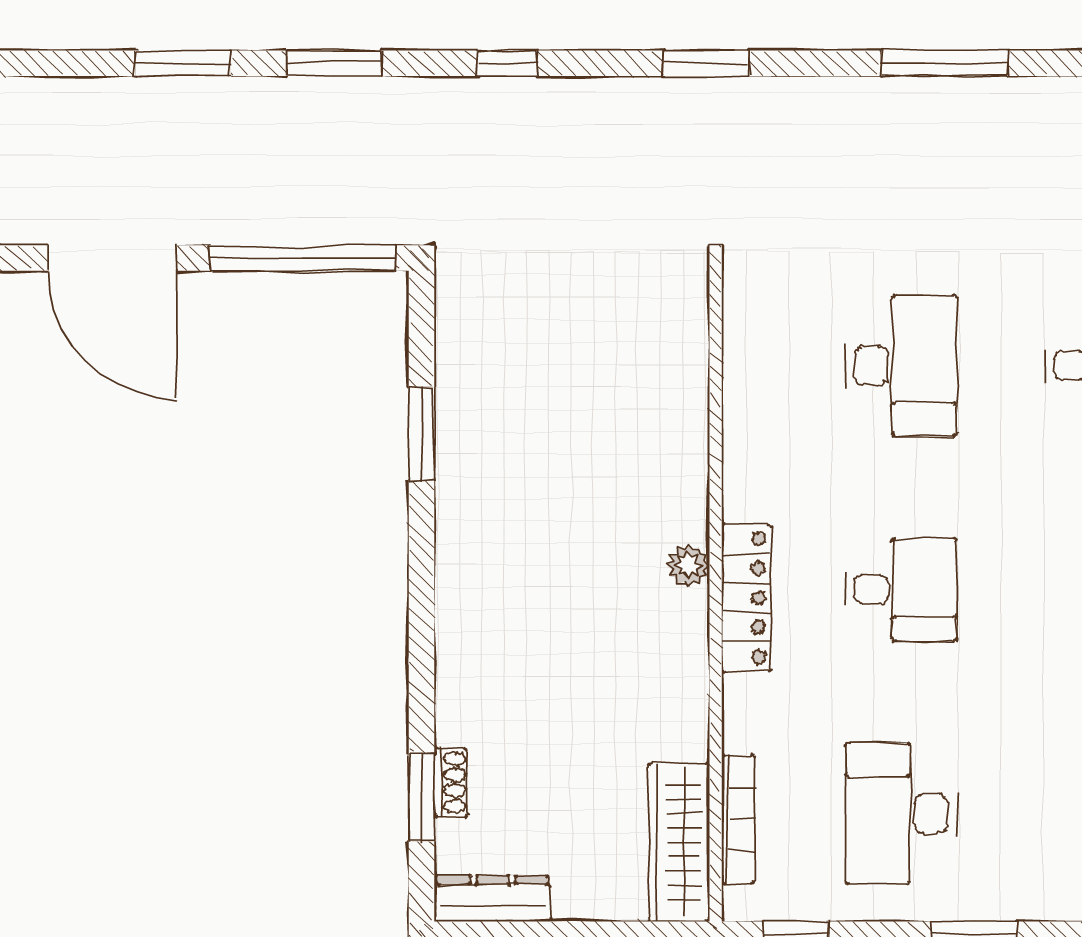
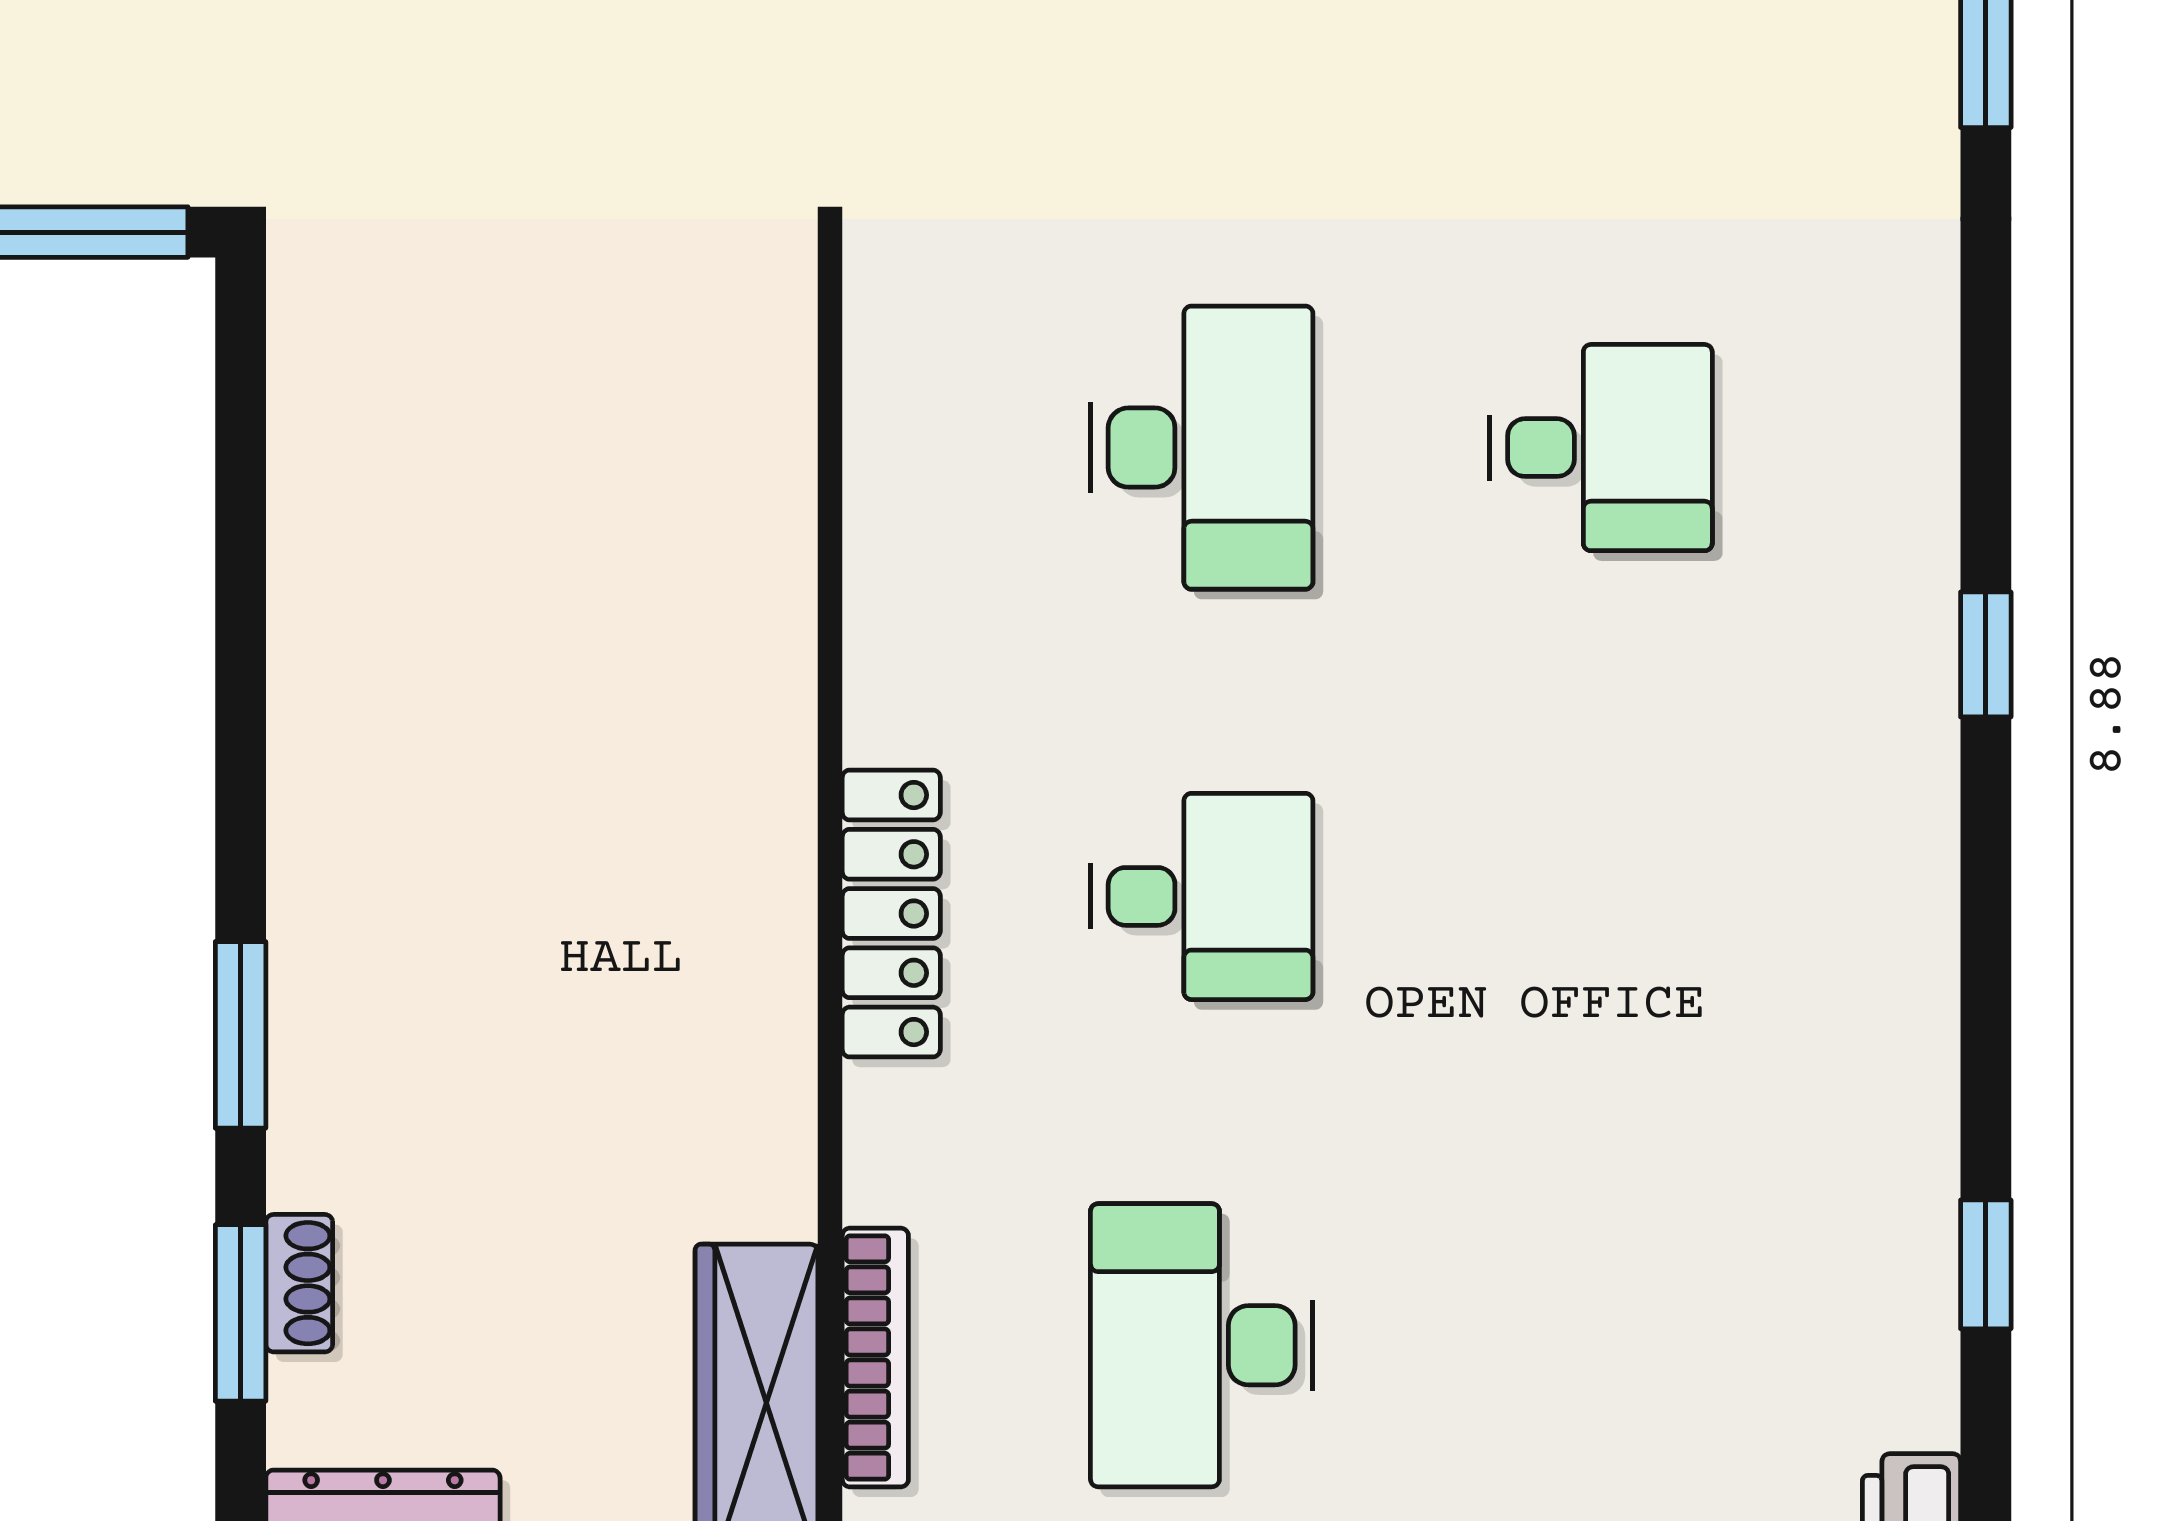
window: (421, 434) -> (241, 1035), moved
plant: (688, 566) -> (775, 849), removed

